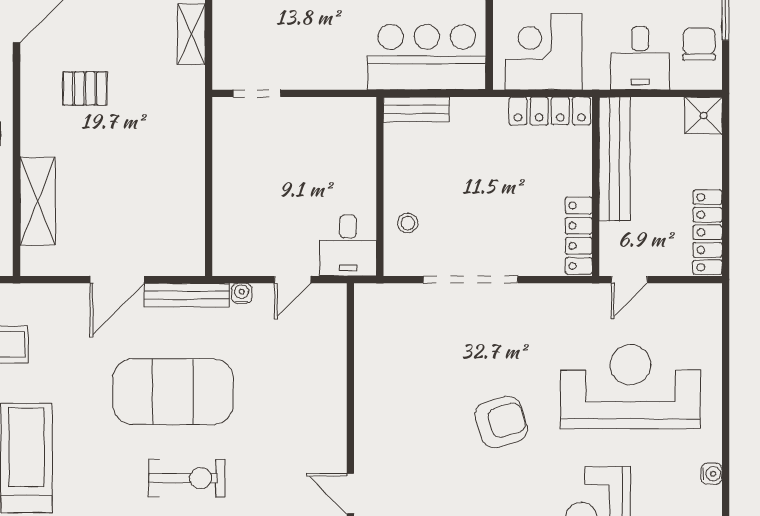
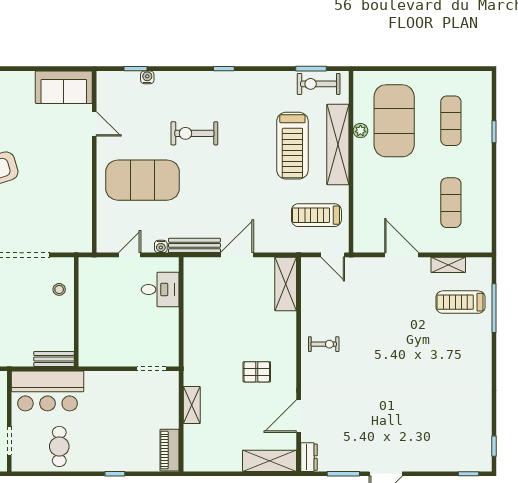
shelving: (38, 201) -> (286, 284), moved
desk: (348, 245) -> (160, 290), moved, turned 90
exercise mat: (173, 392) -> (143, 180), moved

